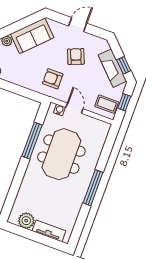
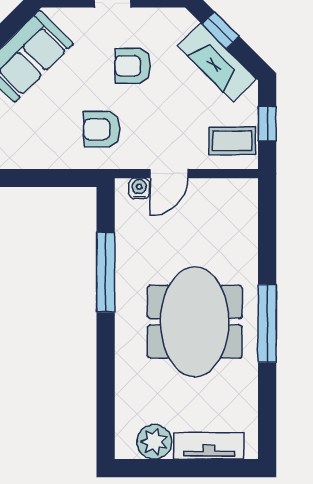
armchair: (76, 57) -> (133, 66), turned -68
window: (124, 65) -> (221, 30), moved
door: (74, 108) -> (169, 174), swing flipped
meeting table: (61, 154) -> (195, 322), moved

